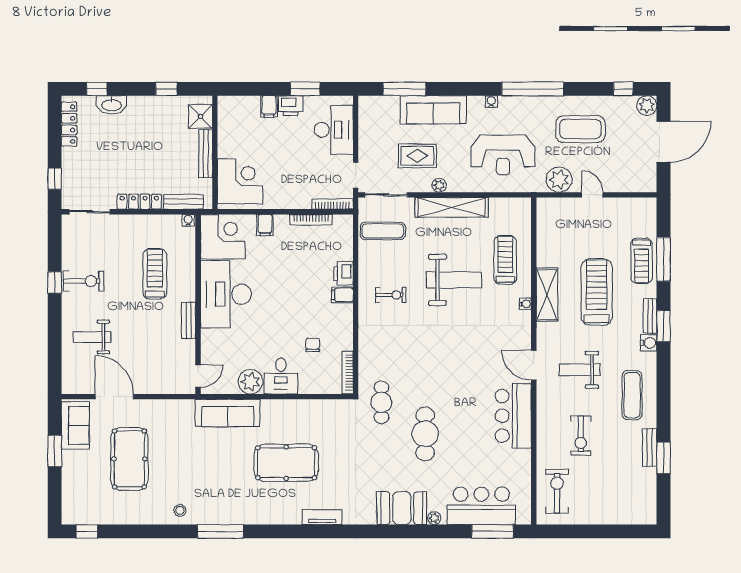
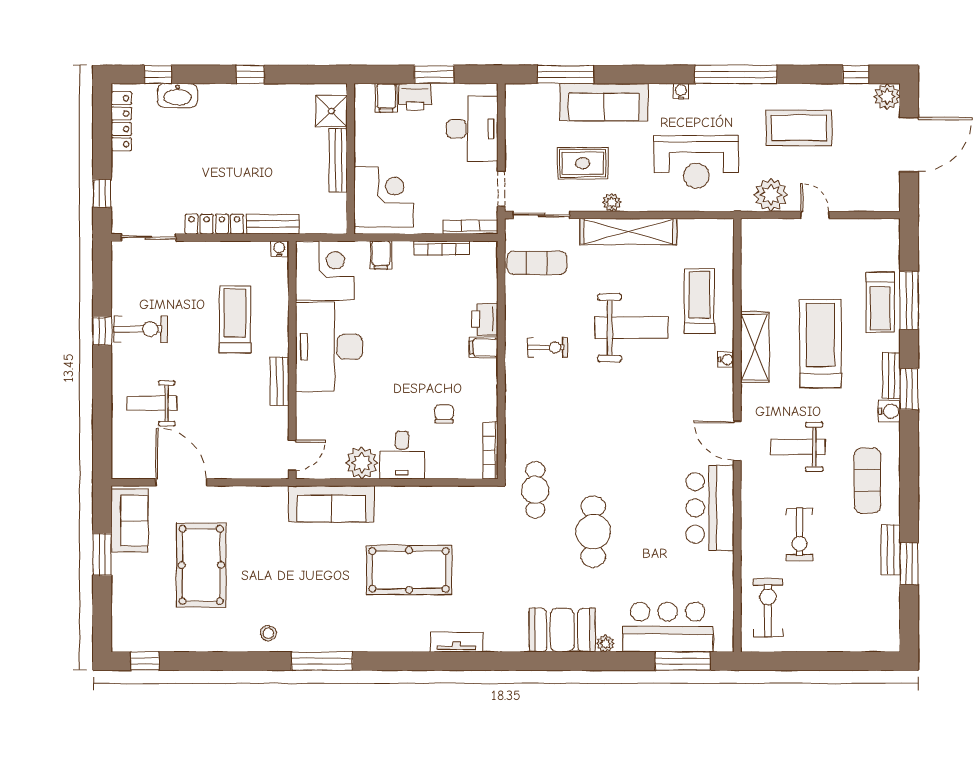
shower: (200, 116) -> (331, 111), moved
wall: (215, 152) -> (351, 159), moved
bench: (206, 154) -> (338, 160), moved
corner desk: (240, 181) -> (384, 197), moved

